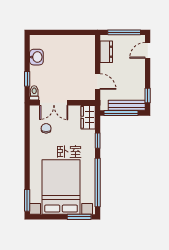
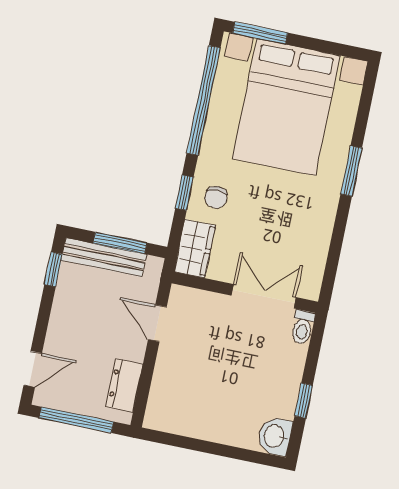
washbasin: (36, 57) -> (275, 436), moved
window: (27, 79) -> (304, 401), moved
window: (121, 113) -> (120, 243), width x0.69
chair: (46, 128) -> (216, 197), moved
window: (27, 200) -> (351, 171), moved

